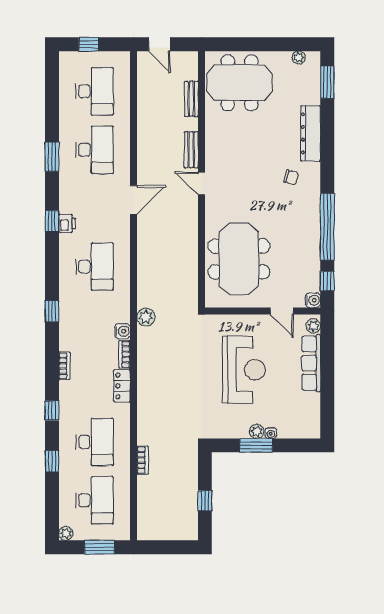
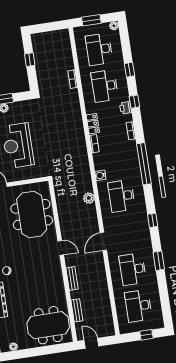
door: (159, 44) -> (91, 343), moved
door: (202, 184) -> (61, 248), moved
printer: (67, 223) -> (126, 108), moved
window: (52, 311) -> (144, 164), width x3.17
plant: (146, 317) -> (89, 198), moved
water cooler: (122, 331) -> (100, 175), moved

